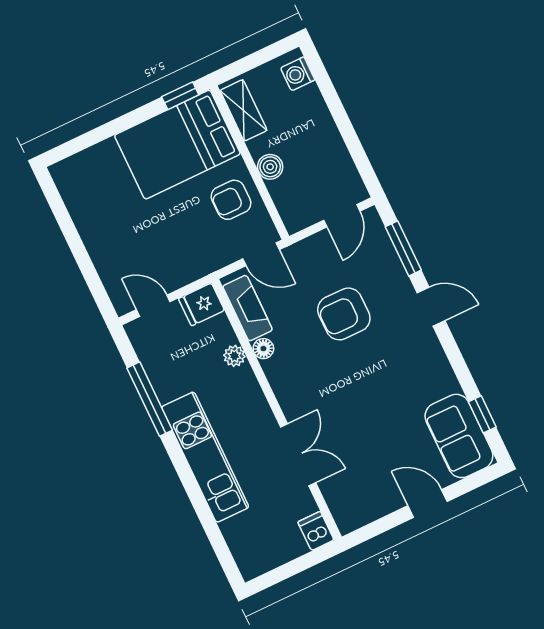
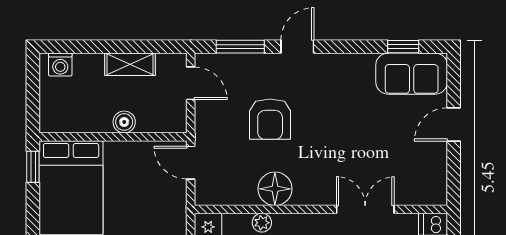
shelving: (244, 110) -> (130, 64), moved
armchair: (231, 200) -> (136, 166), removed
door: (261, 254) -> (191, 163), swing flipped
fireplace: (248, 308) -> (229, 194), removed
floor lamp: (263, 349) -> (275, 189), width x1.89, depth x1.89

